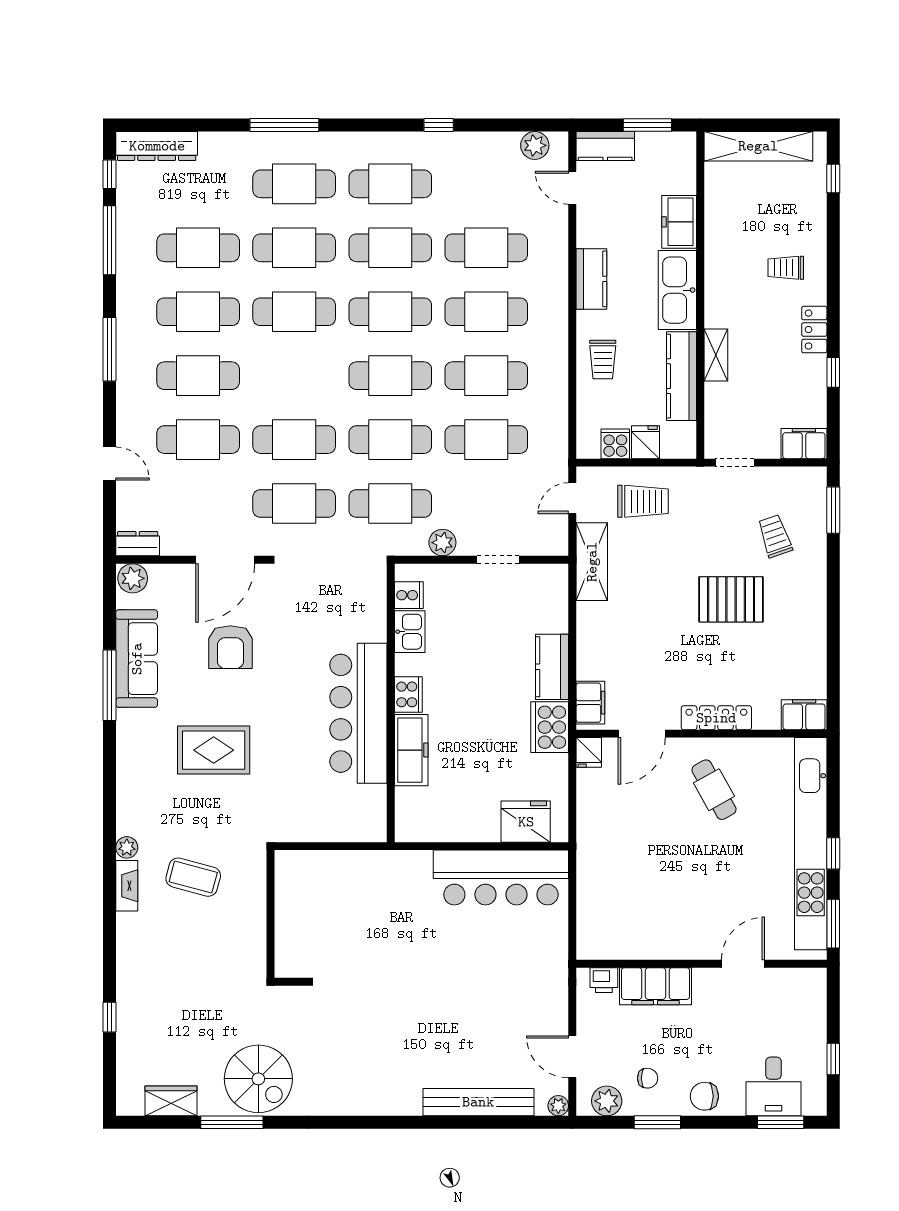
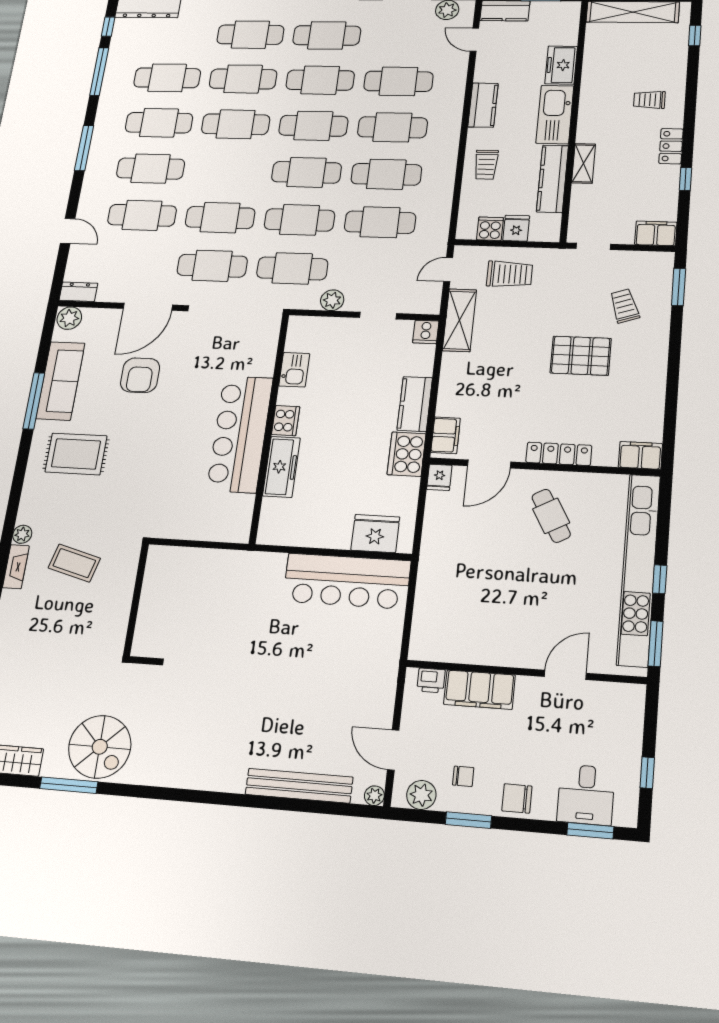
cooker: (409, 595) -> (426, 332), moved, turned 90
rug: (214, 750) -> (76, 454), moved

